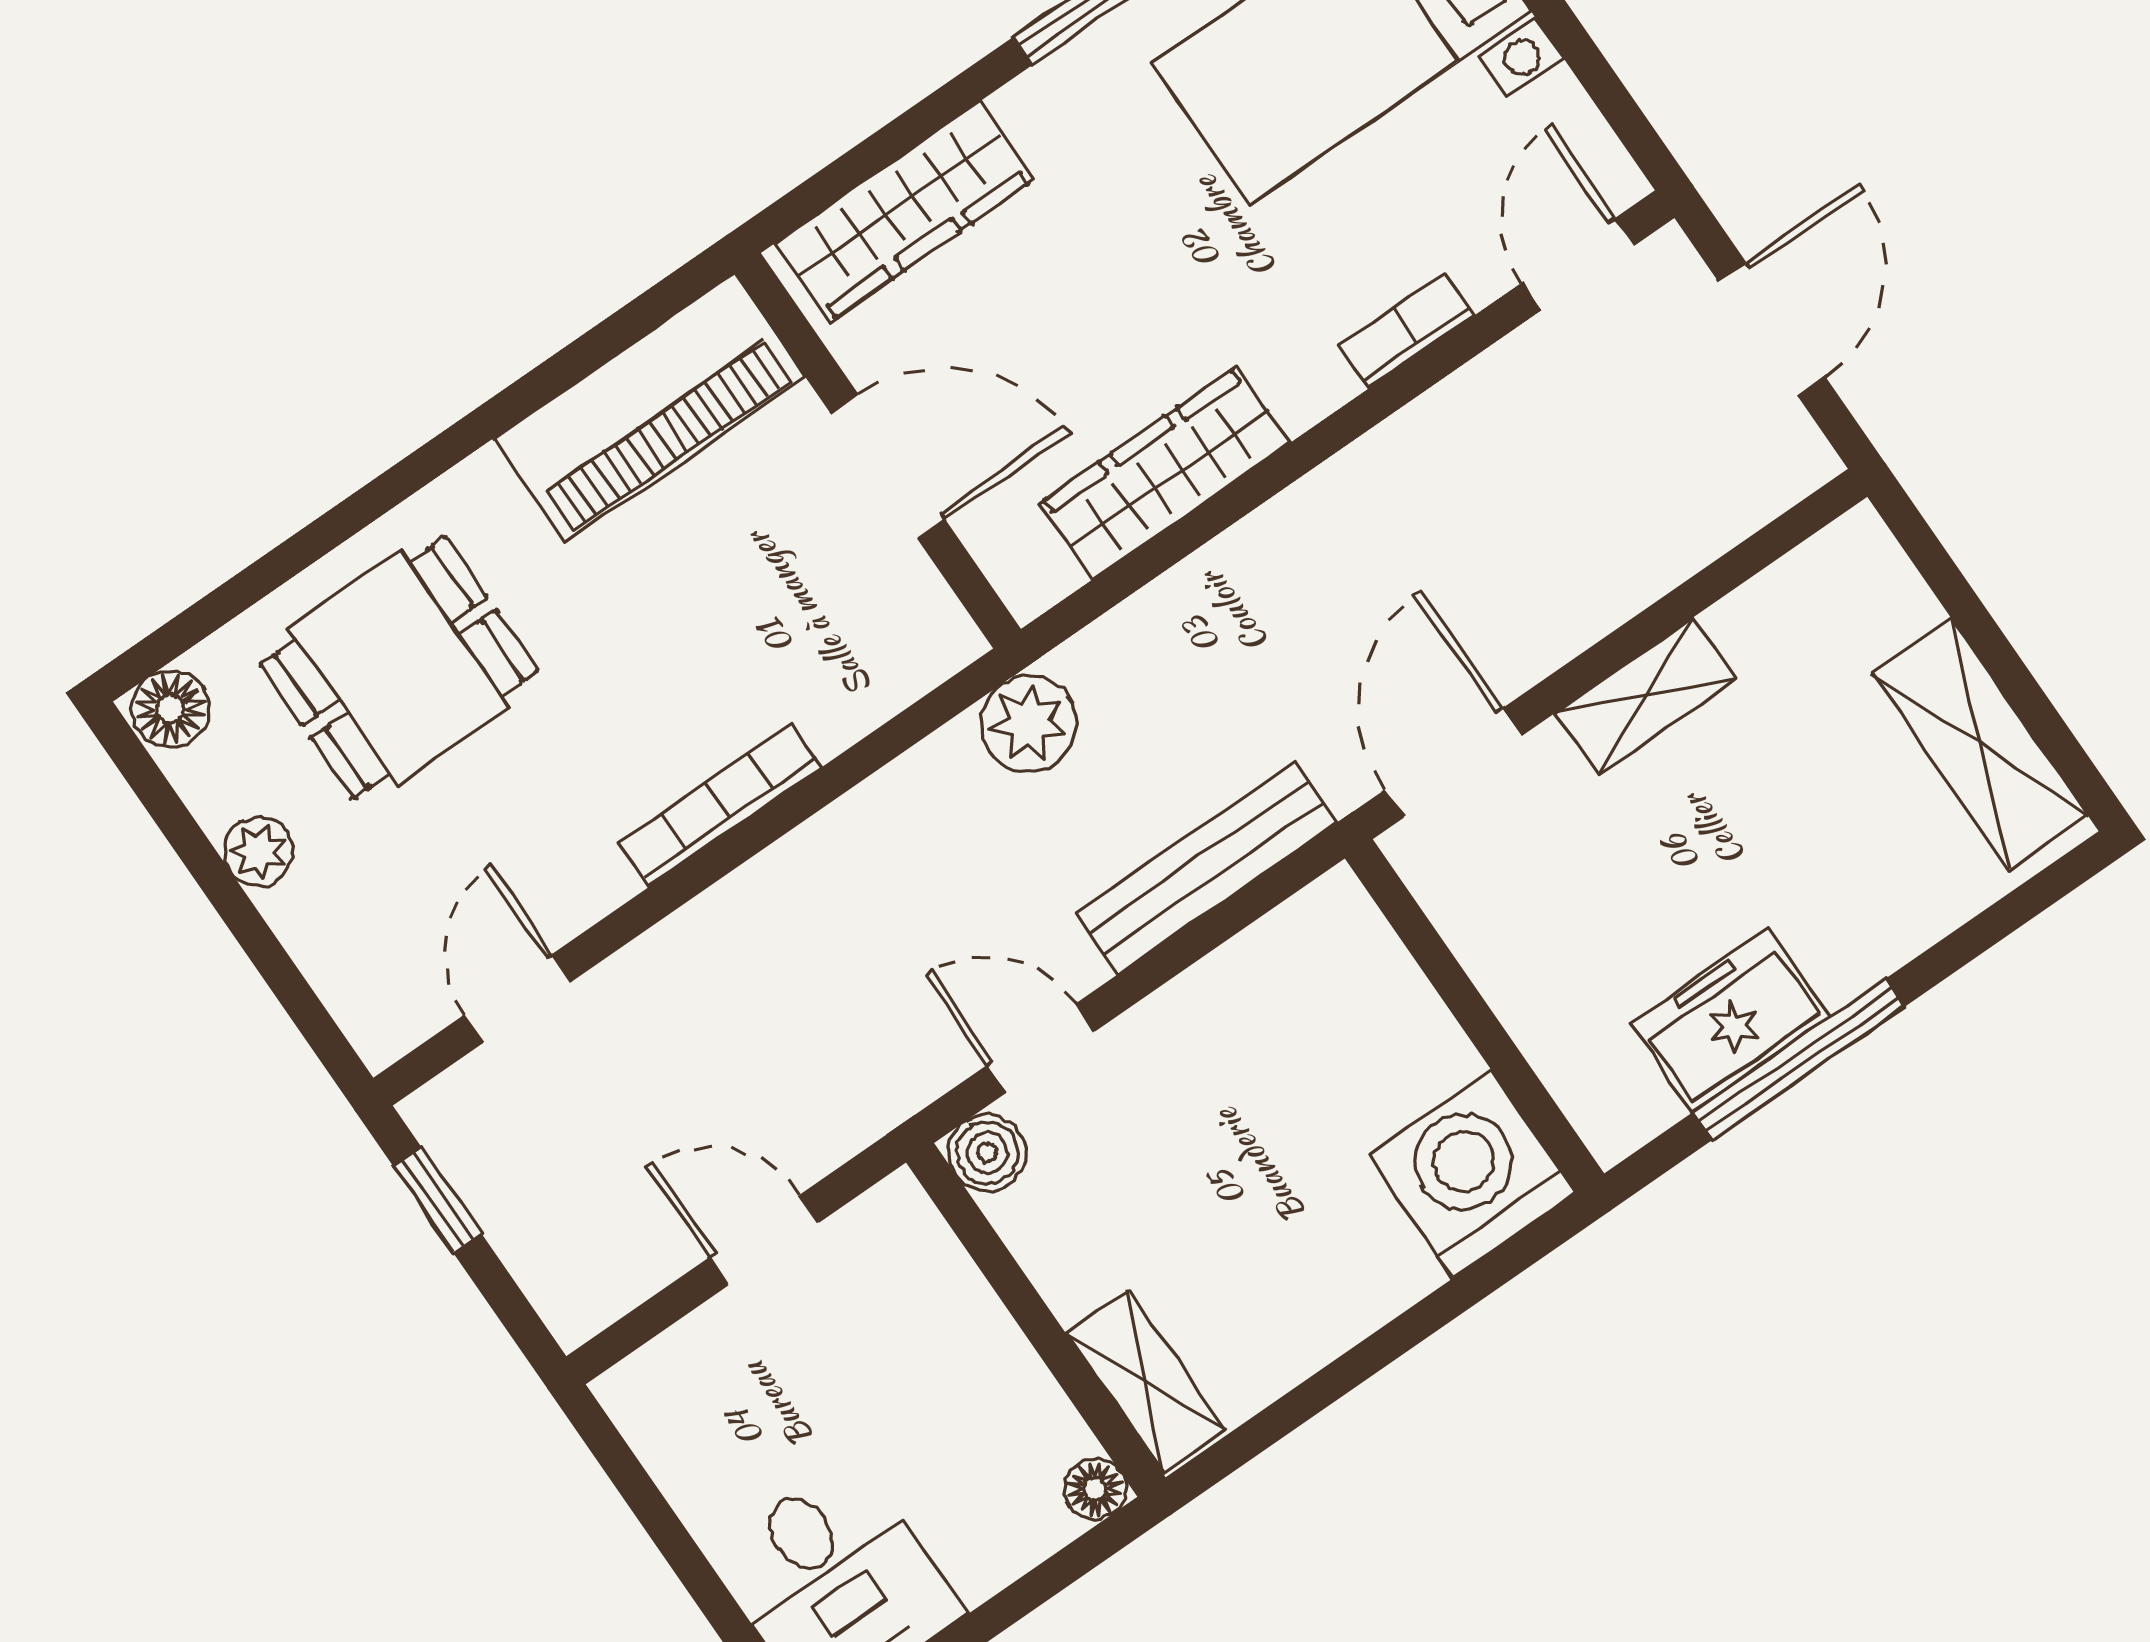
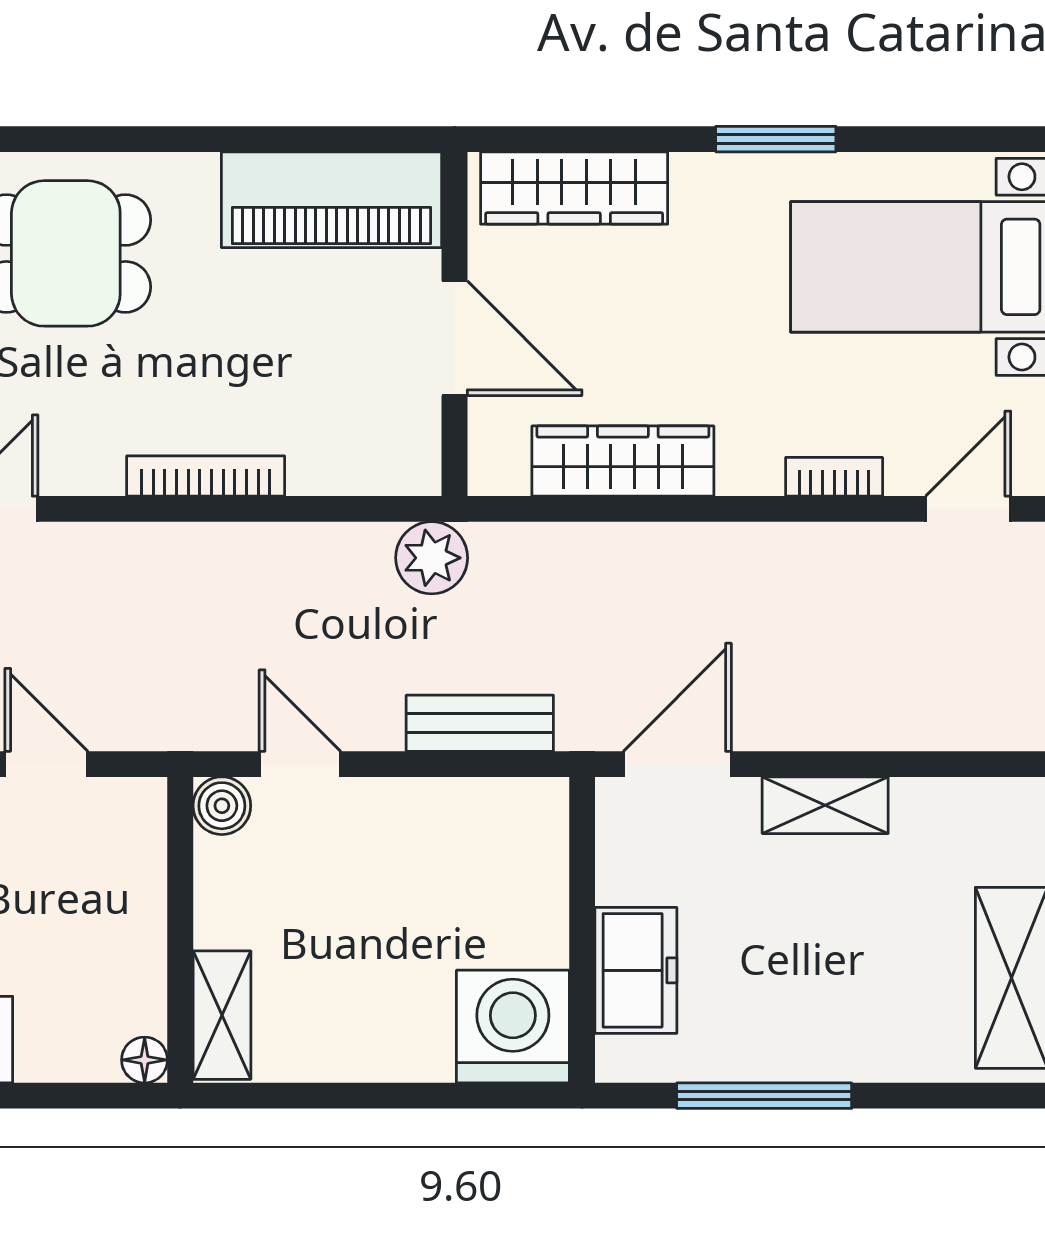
bench: (1207, 868) -> (480, 723), width x0.73
freezer: (1730, 1020) -> (636, 970), moved, turned 90

